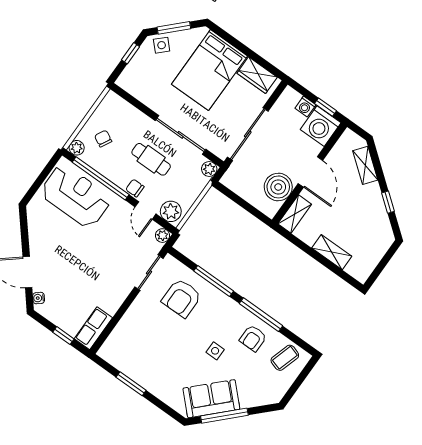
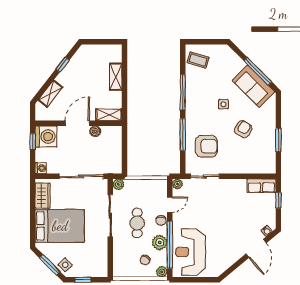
washing machine: (305, 107) -> (41, 168), moved
boiler: (278, 187) -> (95, 131), width x0.54, depth x0.54
plant: (171, 211) -> (160, 242), moved
armchair: (253, 338) -> (243, 129), moved, turned -60

